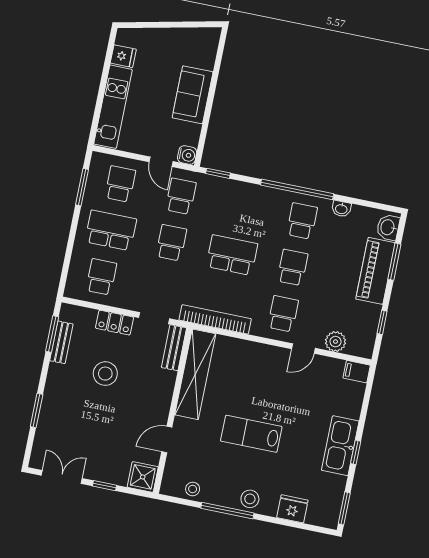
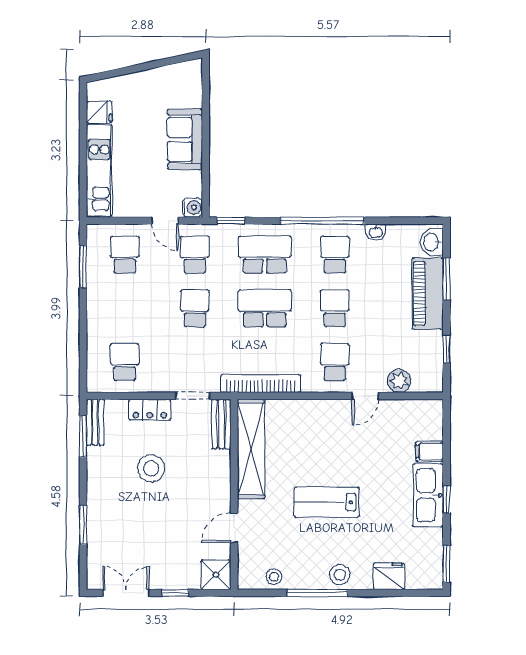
school desk: (111, 230) -> (265, 255), moved
bench: (61, 342) -> (95, 422), moved
filing cabinet: (357, 372) -> (429, 451), moved

